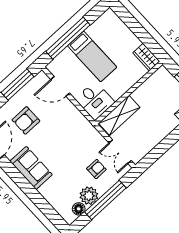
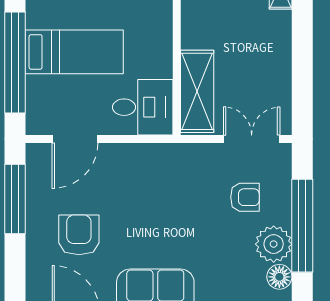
armchair: (26, 120) -> (79, 235), turned 180
double door: (120, 152) -> (252, 139), swing flipped
armchair: (96, 169) -> (245, 197), turned 90

